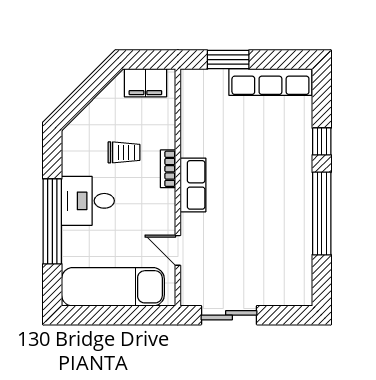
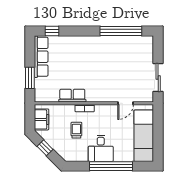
window: (89, 90) -> (45, 148), added
window: (322, 141) -> (52, 31), moved
row of seats: (193, 185) -> (72, 96), moved
window: (322, 214) -> (121, 31), moved

